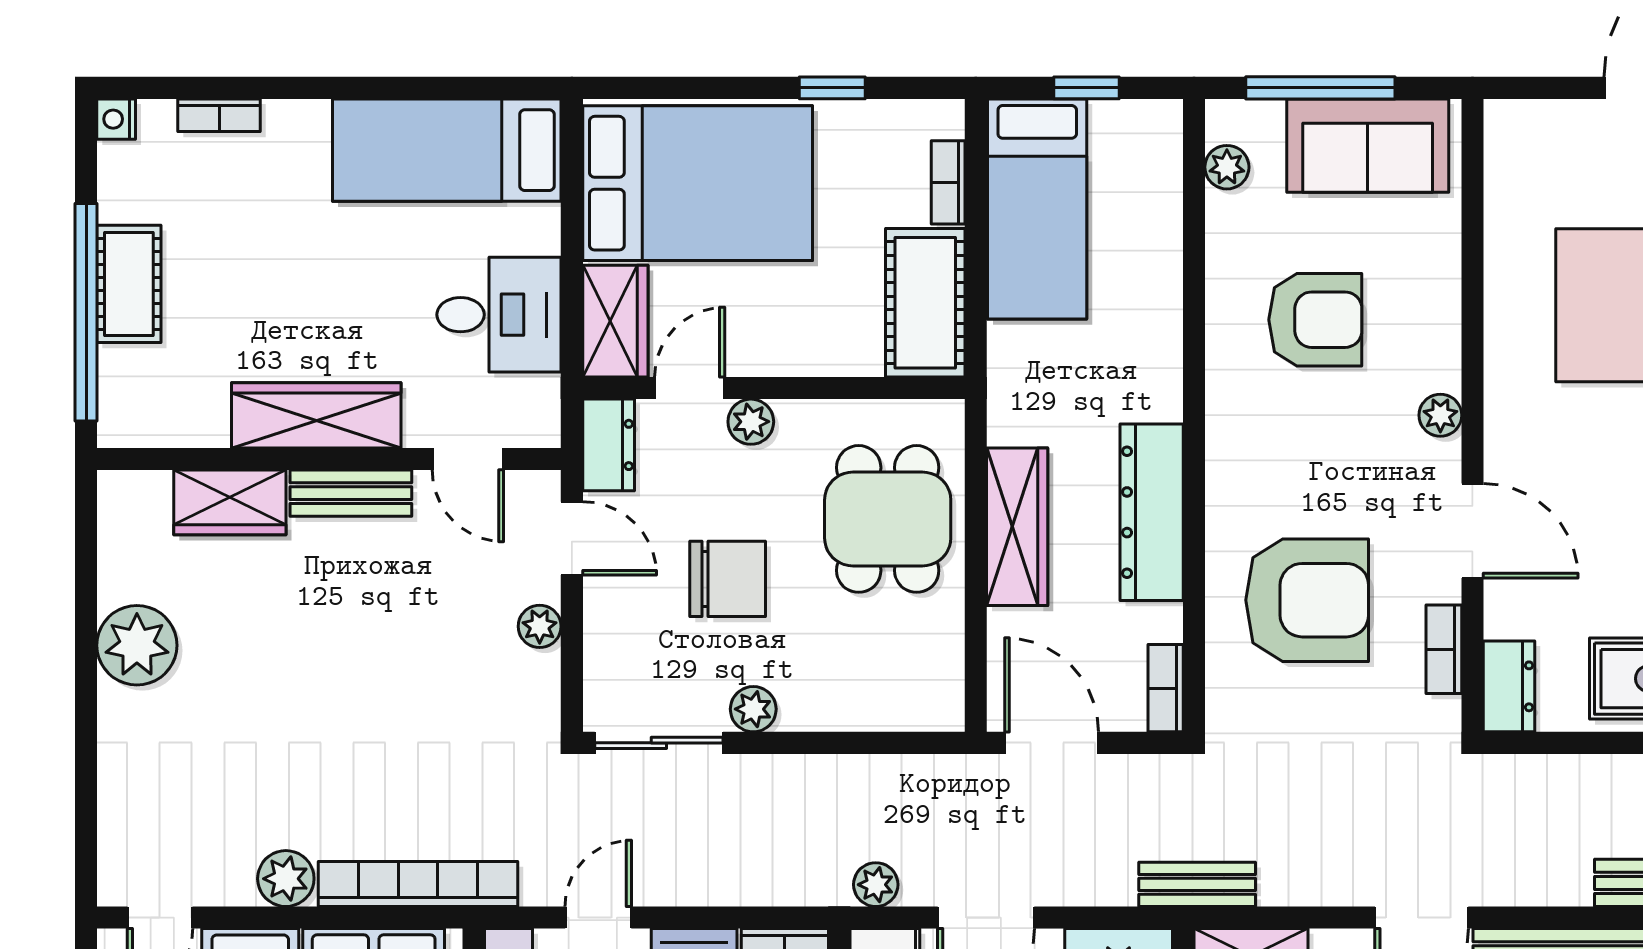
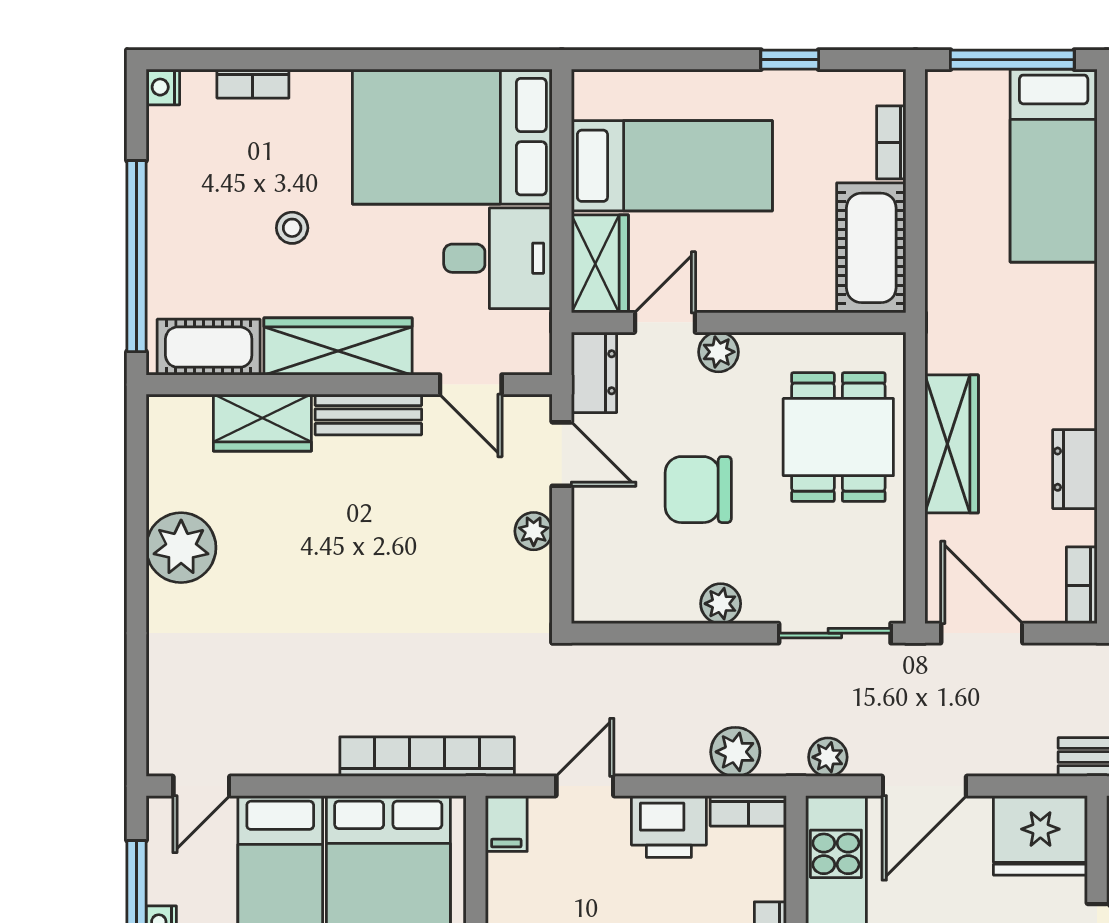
window: (1086, 88) -> (1012, 60), width x2.17
bed: (447, 150) -> (452, 137), width x1.50
bed: (698, 183) -> (672, 166), width x0.67
bed: (1037, 209) -> (1054, 166), moved
stool: (264, 280) -> (292, 228), added
cot: (129, 284) -> (209, 347), moved, turned 90
dresser: (1152, 512) -> (1075, 469), width x0.51, depth x0.80
chair: (728, 579) -> (698, 490), turned 180
sliding door: (659, 743) -> (835, 633), moved
plant: (286, 879) -> (735, 752), moved

